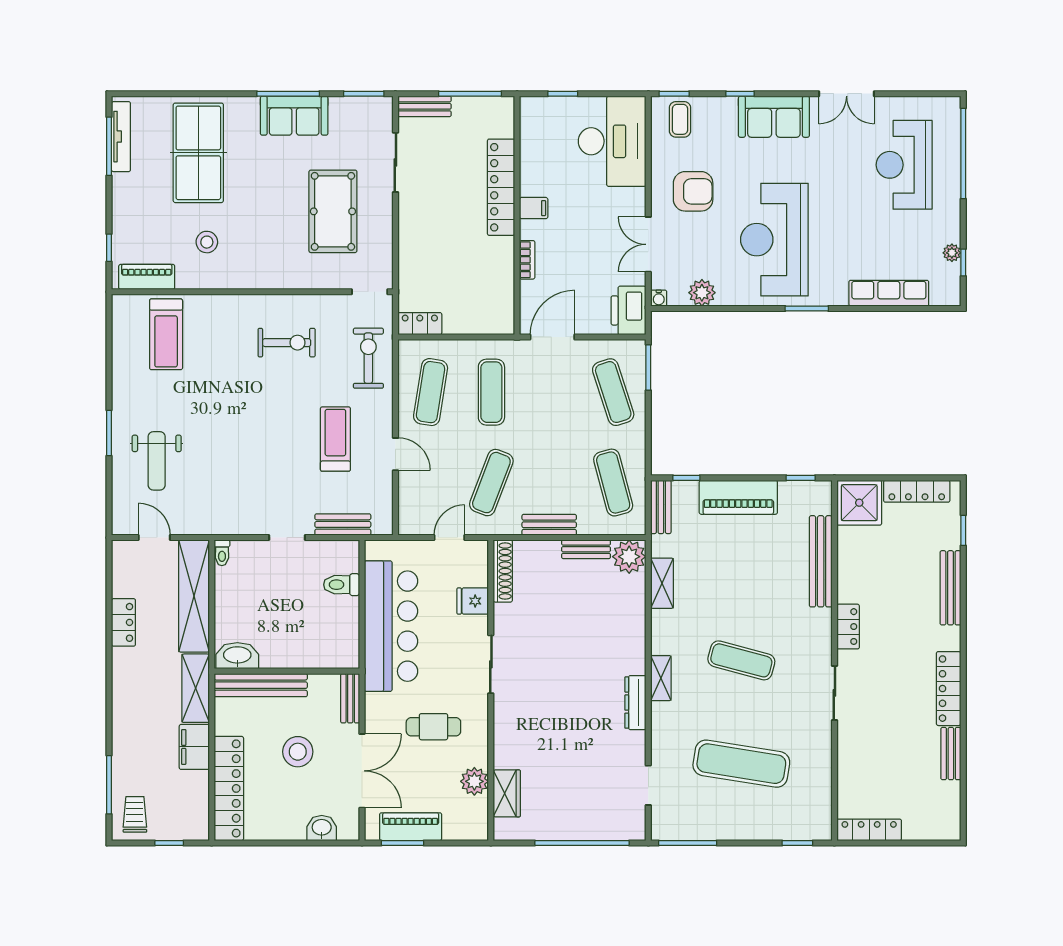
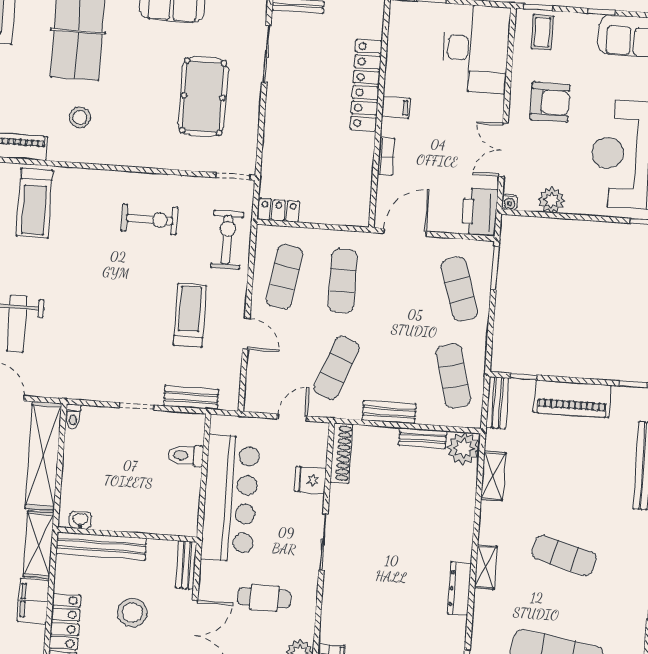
washbasin: (237, 656) -> (80, 520), width x0.52, depth x0.69

